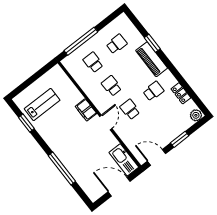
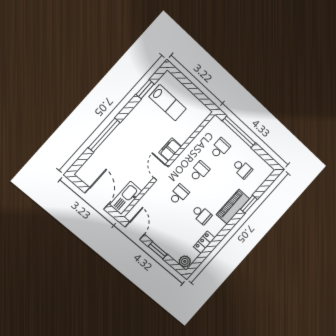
door: (106, 122) -> (161, 172), swing flipped

